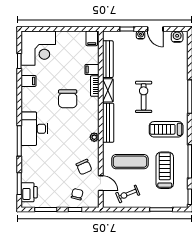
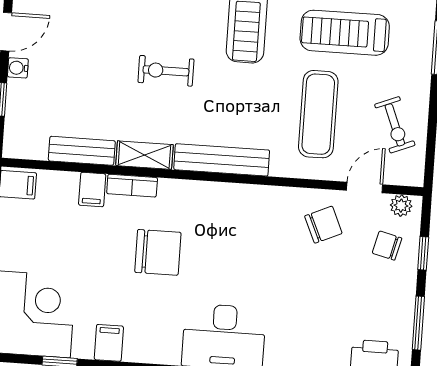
bench: (108, 59) -> (82, 151), width x0.73
exercise bike: (144, 97) -> (166, 71), width x0.73, depth x0.72
plant: (94, 137) -> (401, 206), moved

